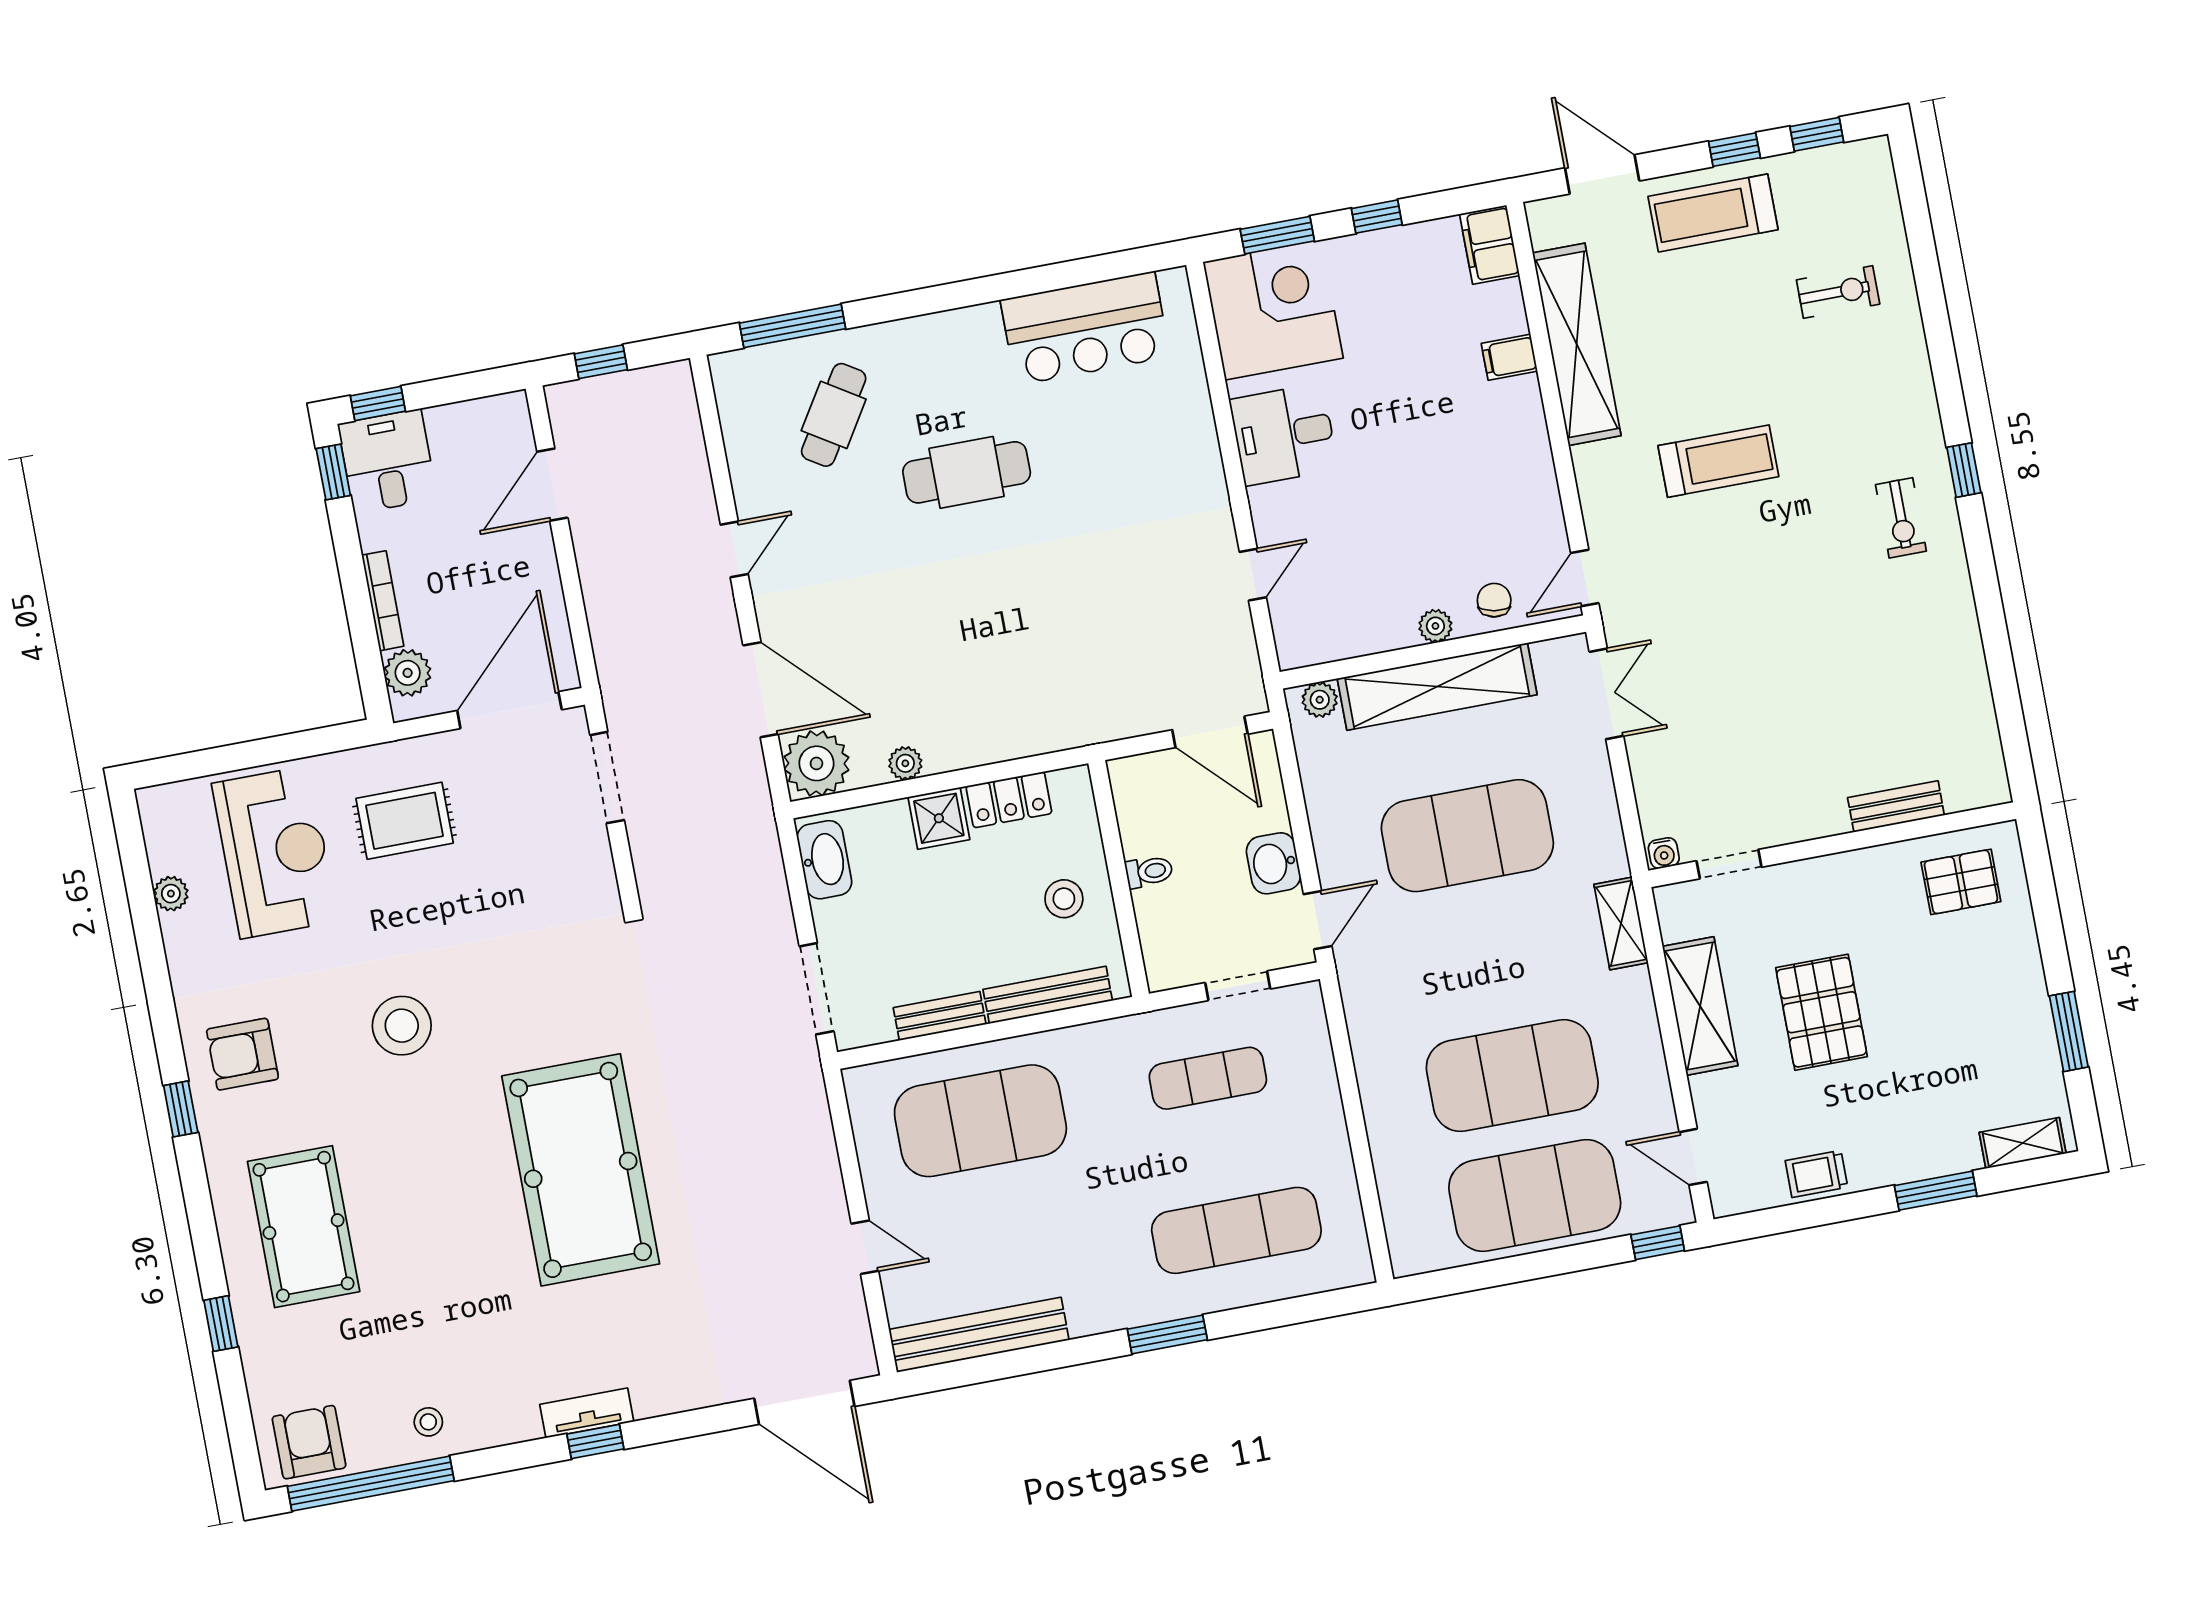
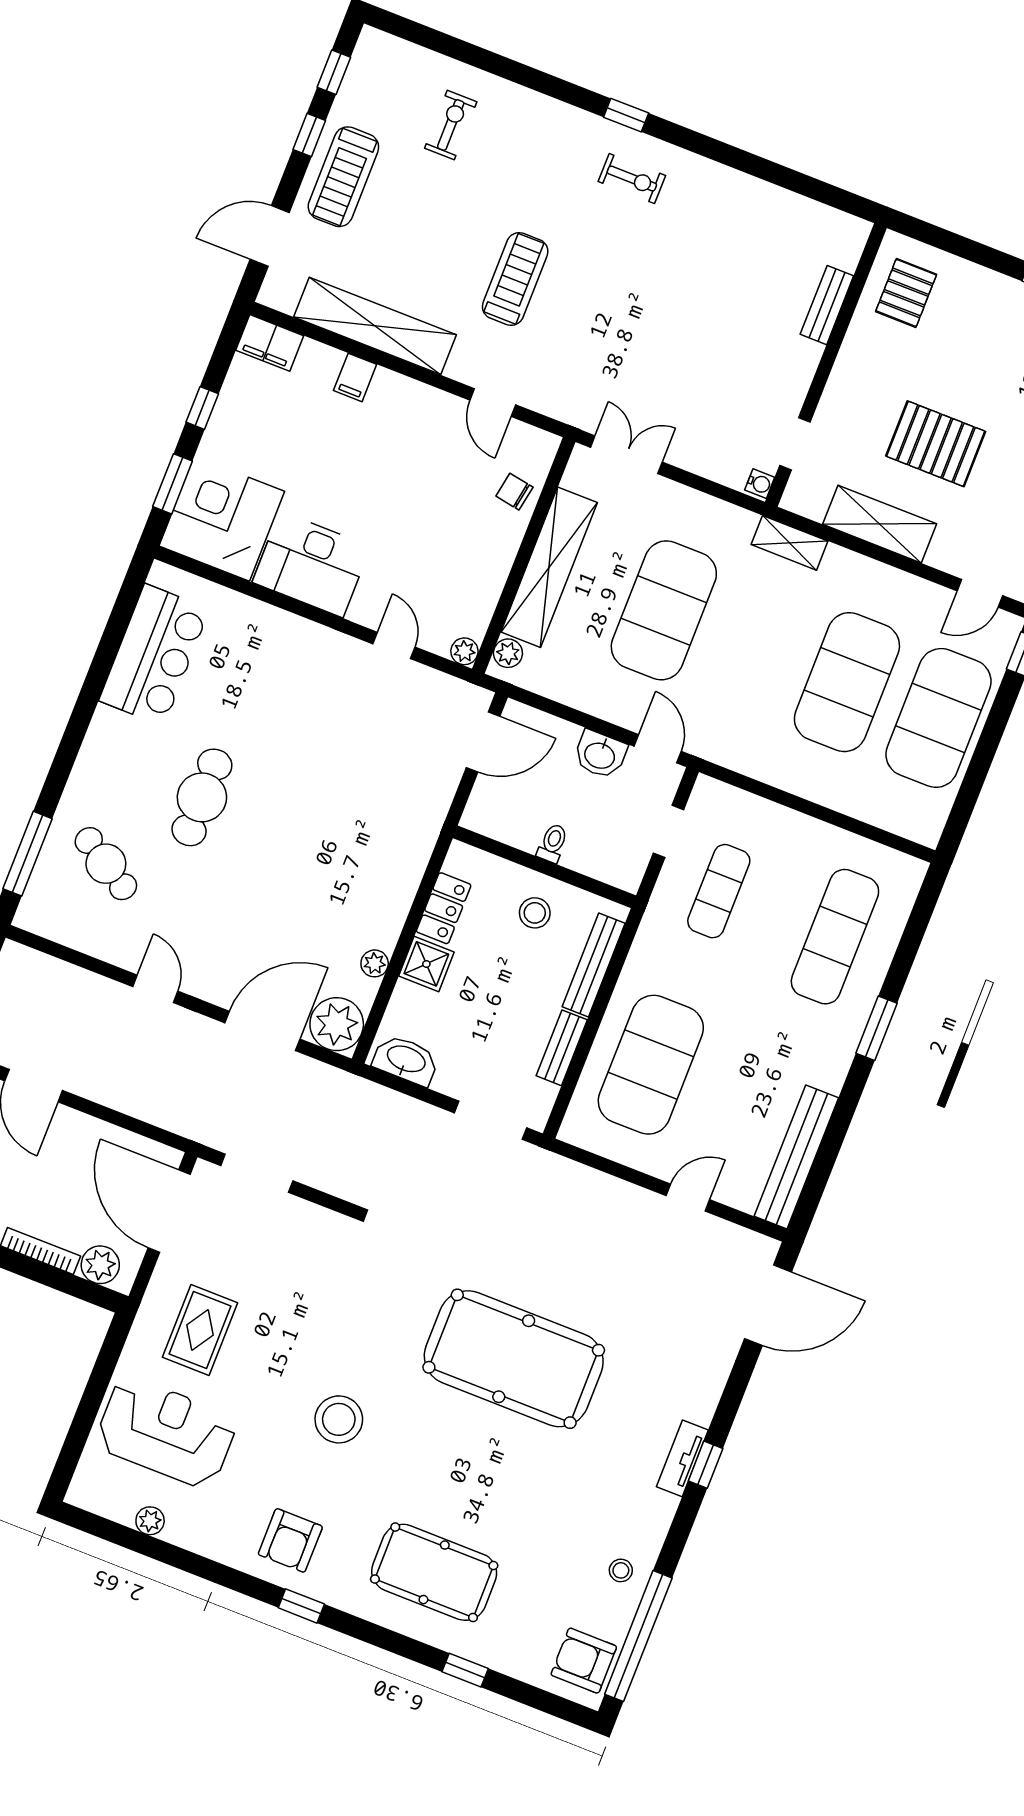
desk: (1284, 434) -> (311, 565), width x1.37
door: (1585, 578) -> (493, 402), moved
plant: (1435, 626) -> (464, 651), moved

